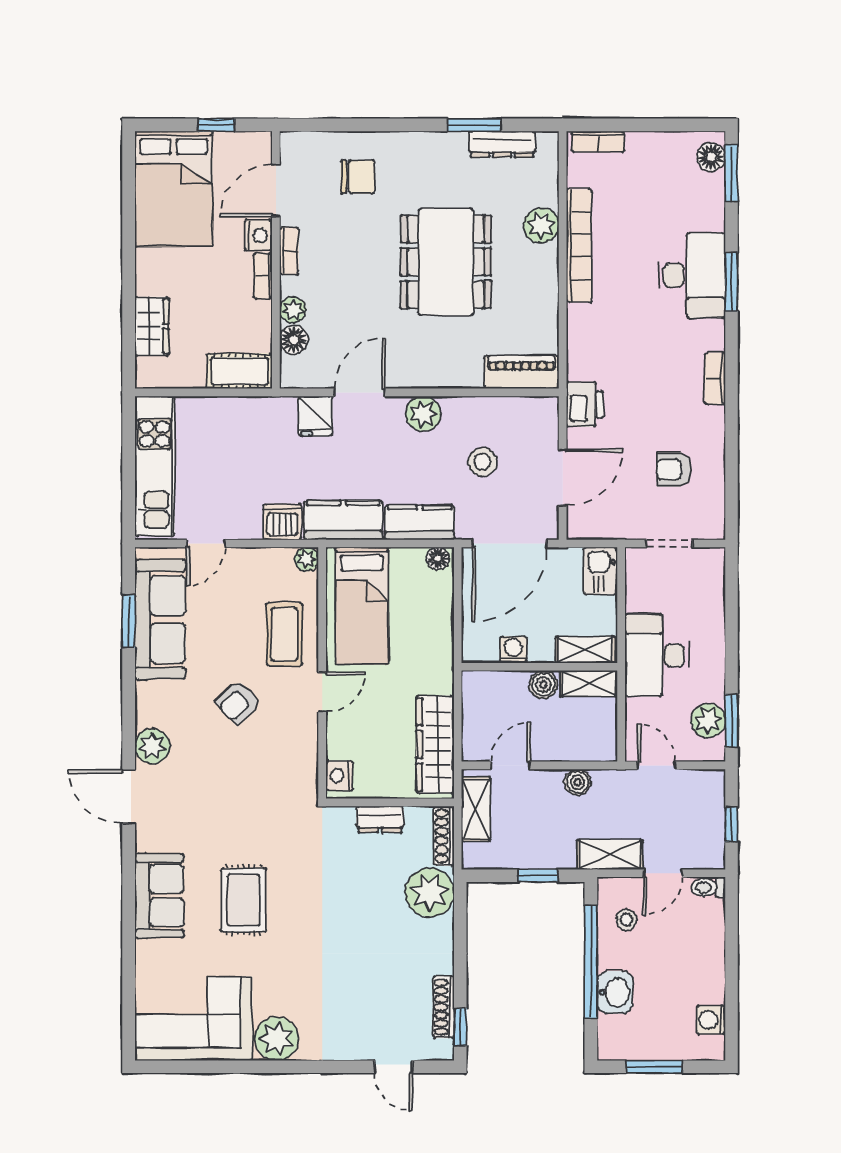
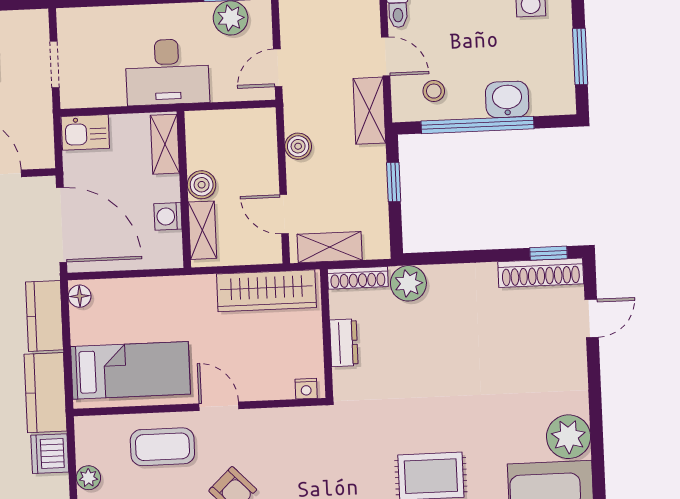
plant: (306, 559) -> (88, 478), moved
shelving: (589, 683) -> (202, 230), moved
nightstand: (339, 776) -> (306, 389), width x0.72, depth x0.74
plant: (430, 893) -> (408, 283), width x0.73, depth x0.73
shoe rack: (444, 1007) -> (541, 273), width x1.36, depth x1.24

